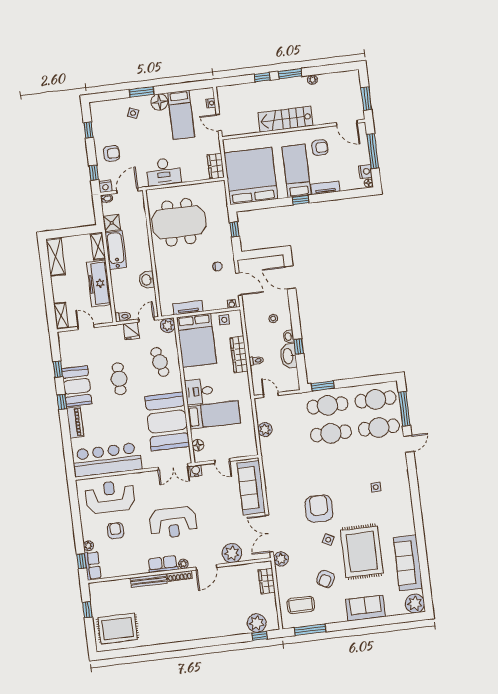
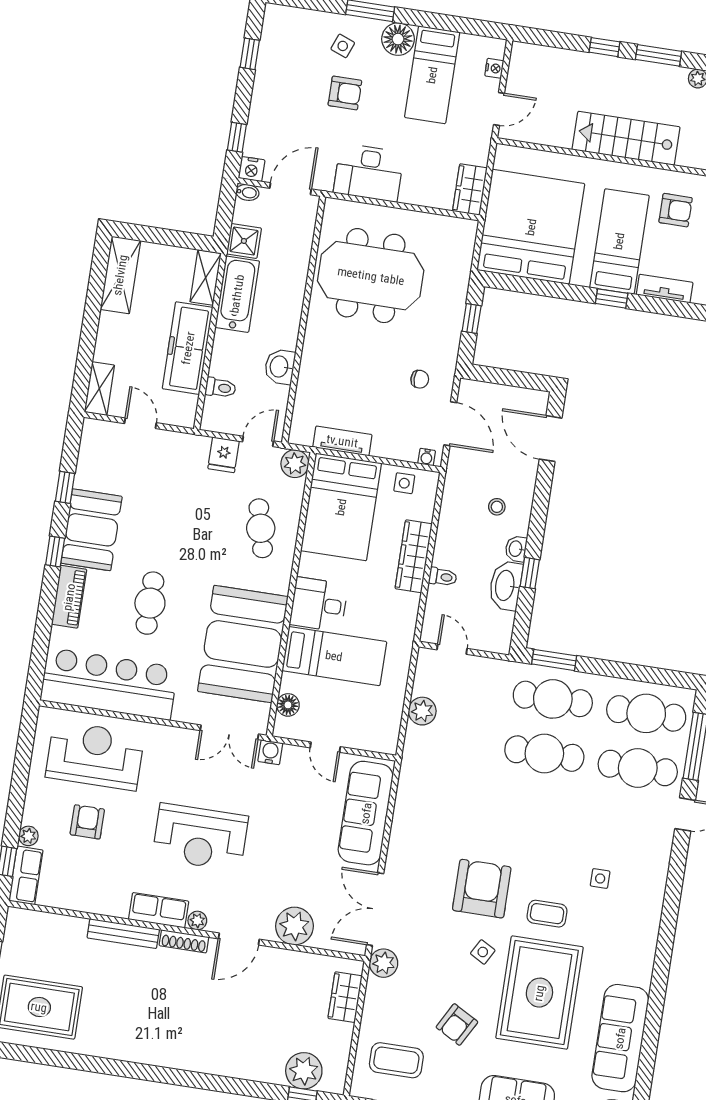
door: (219, 122) -> (499, 109), swing flipped
armchair: (111, 153) -> (345, 93), moved
toilet: (123, 317) -> (221, 388), moved
cafe table: (119, 379) -> (150, 603), moved
coffee table: (355, 512) -> (547, 914), added

